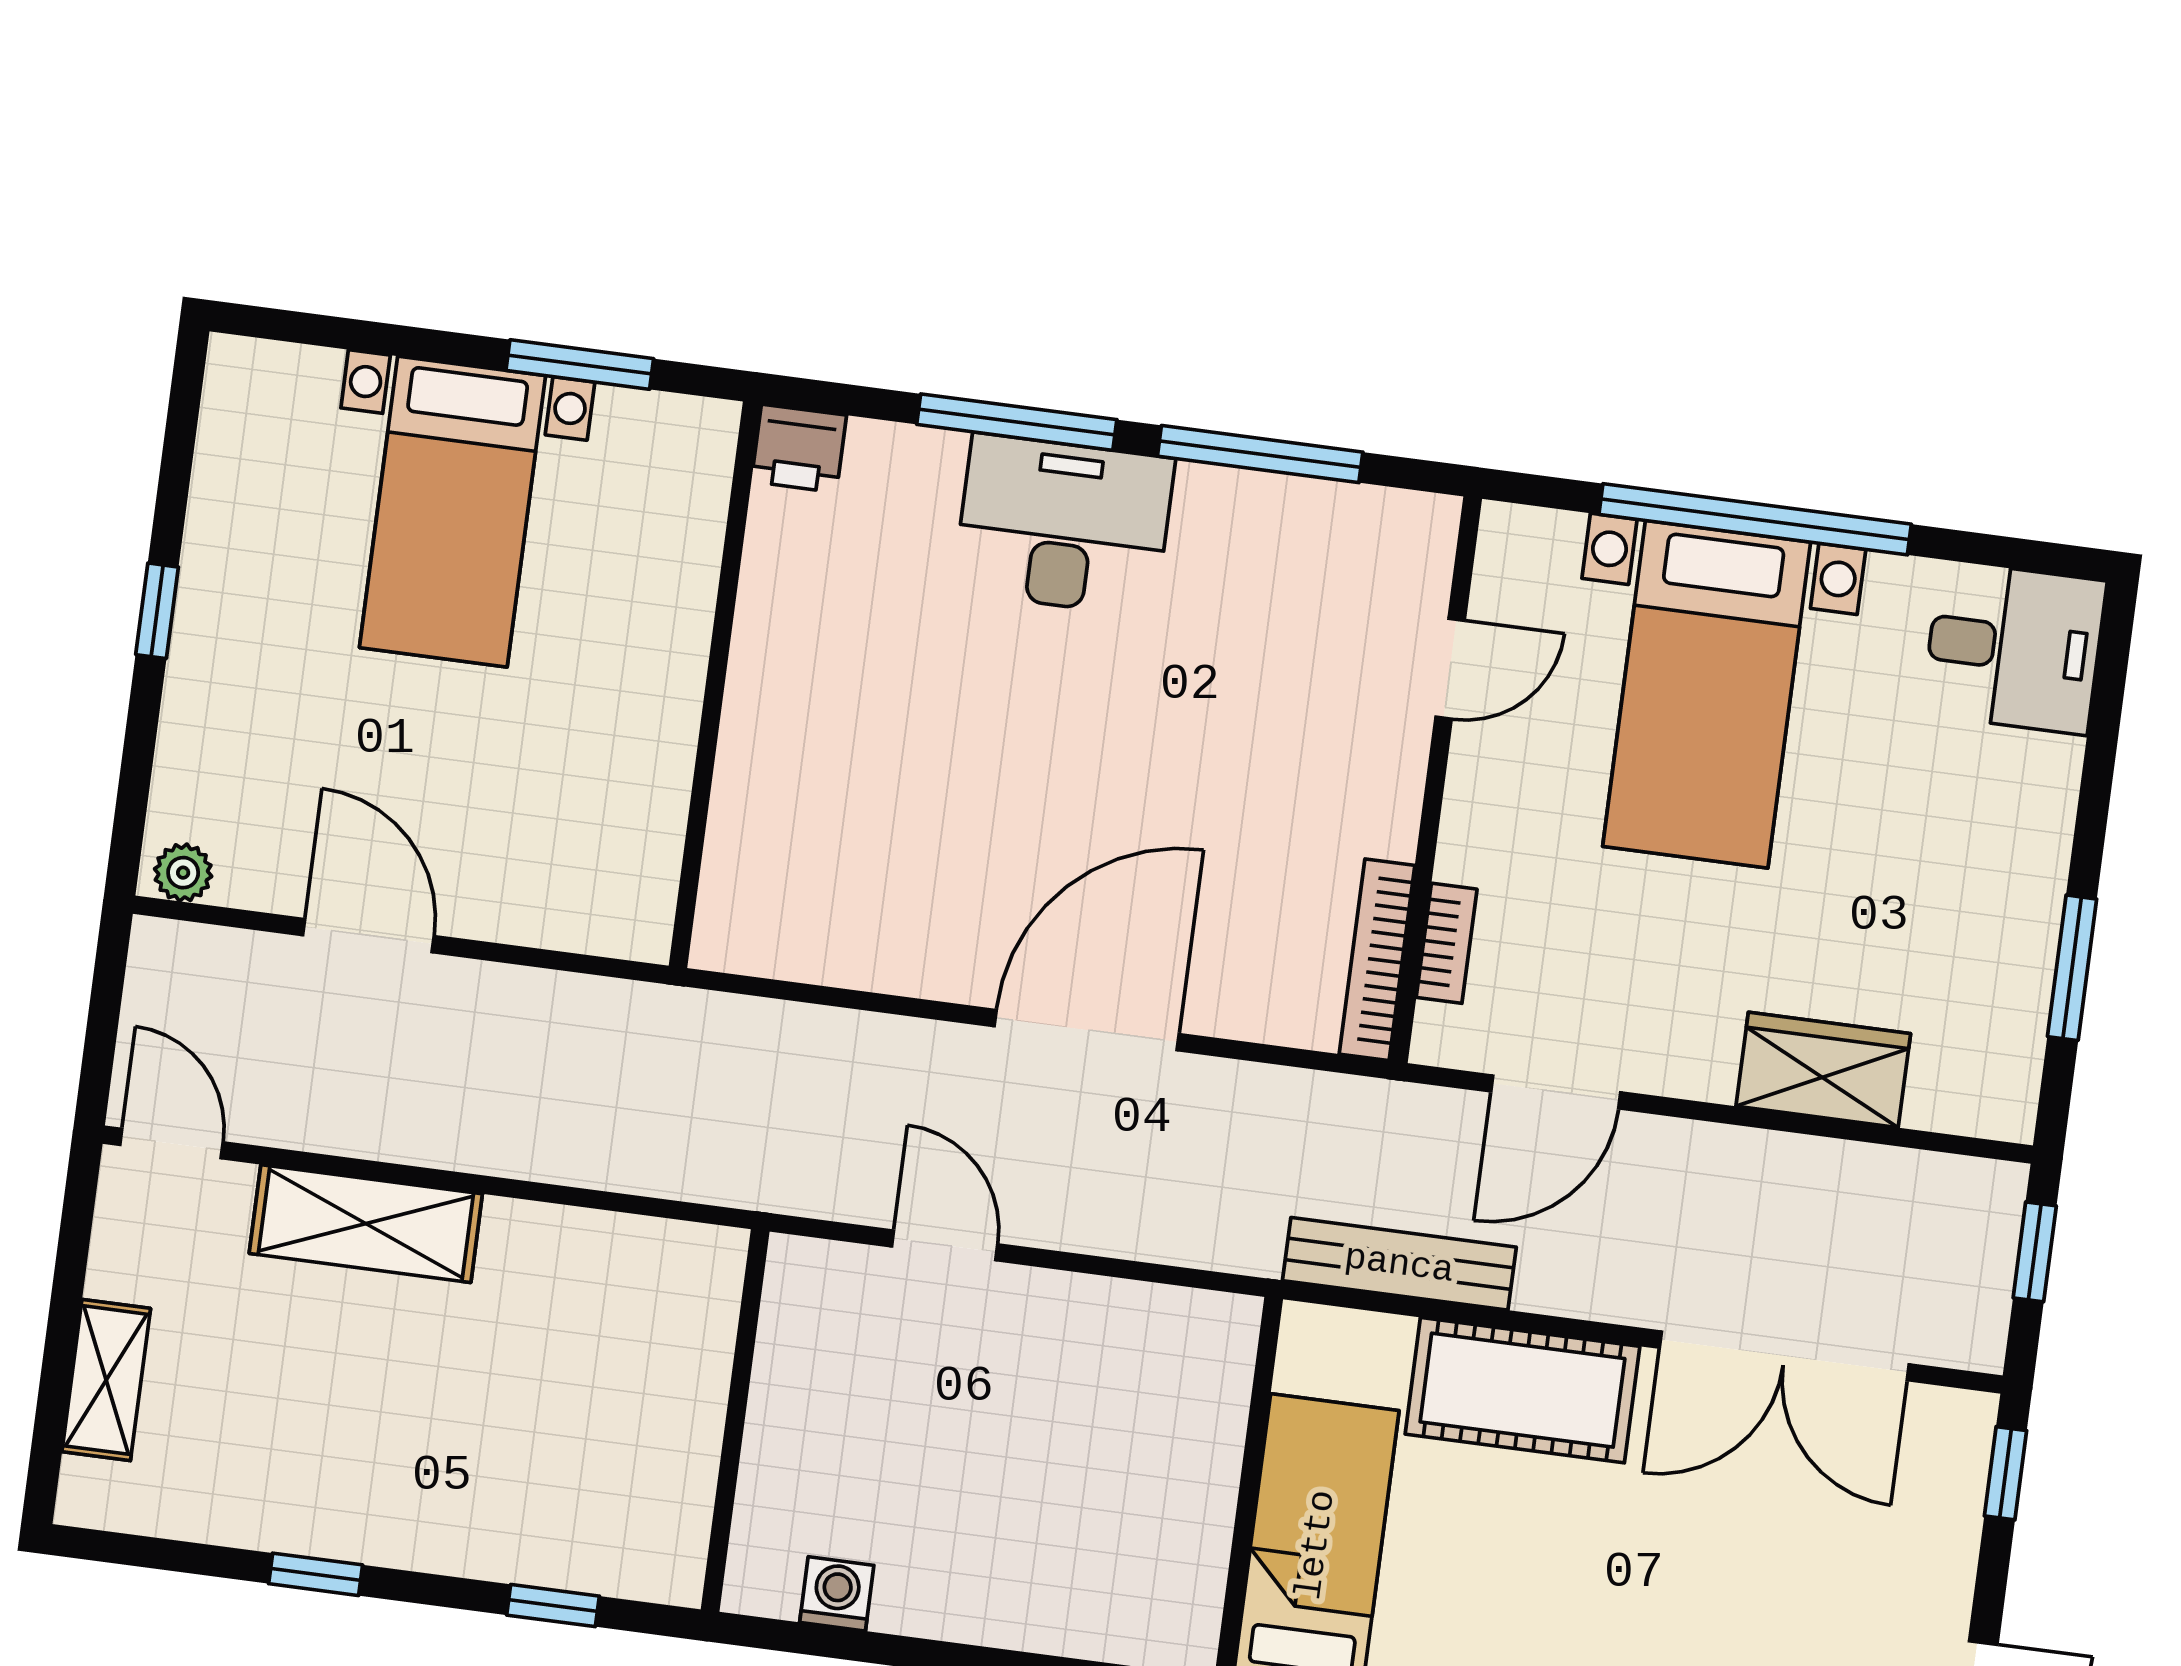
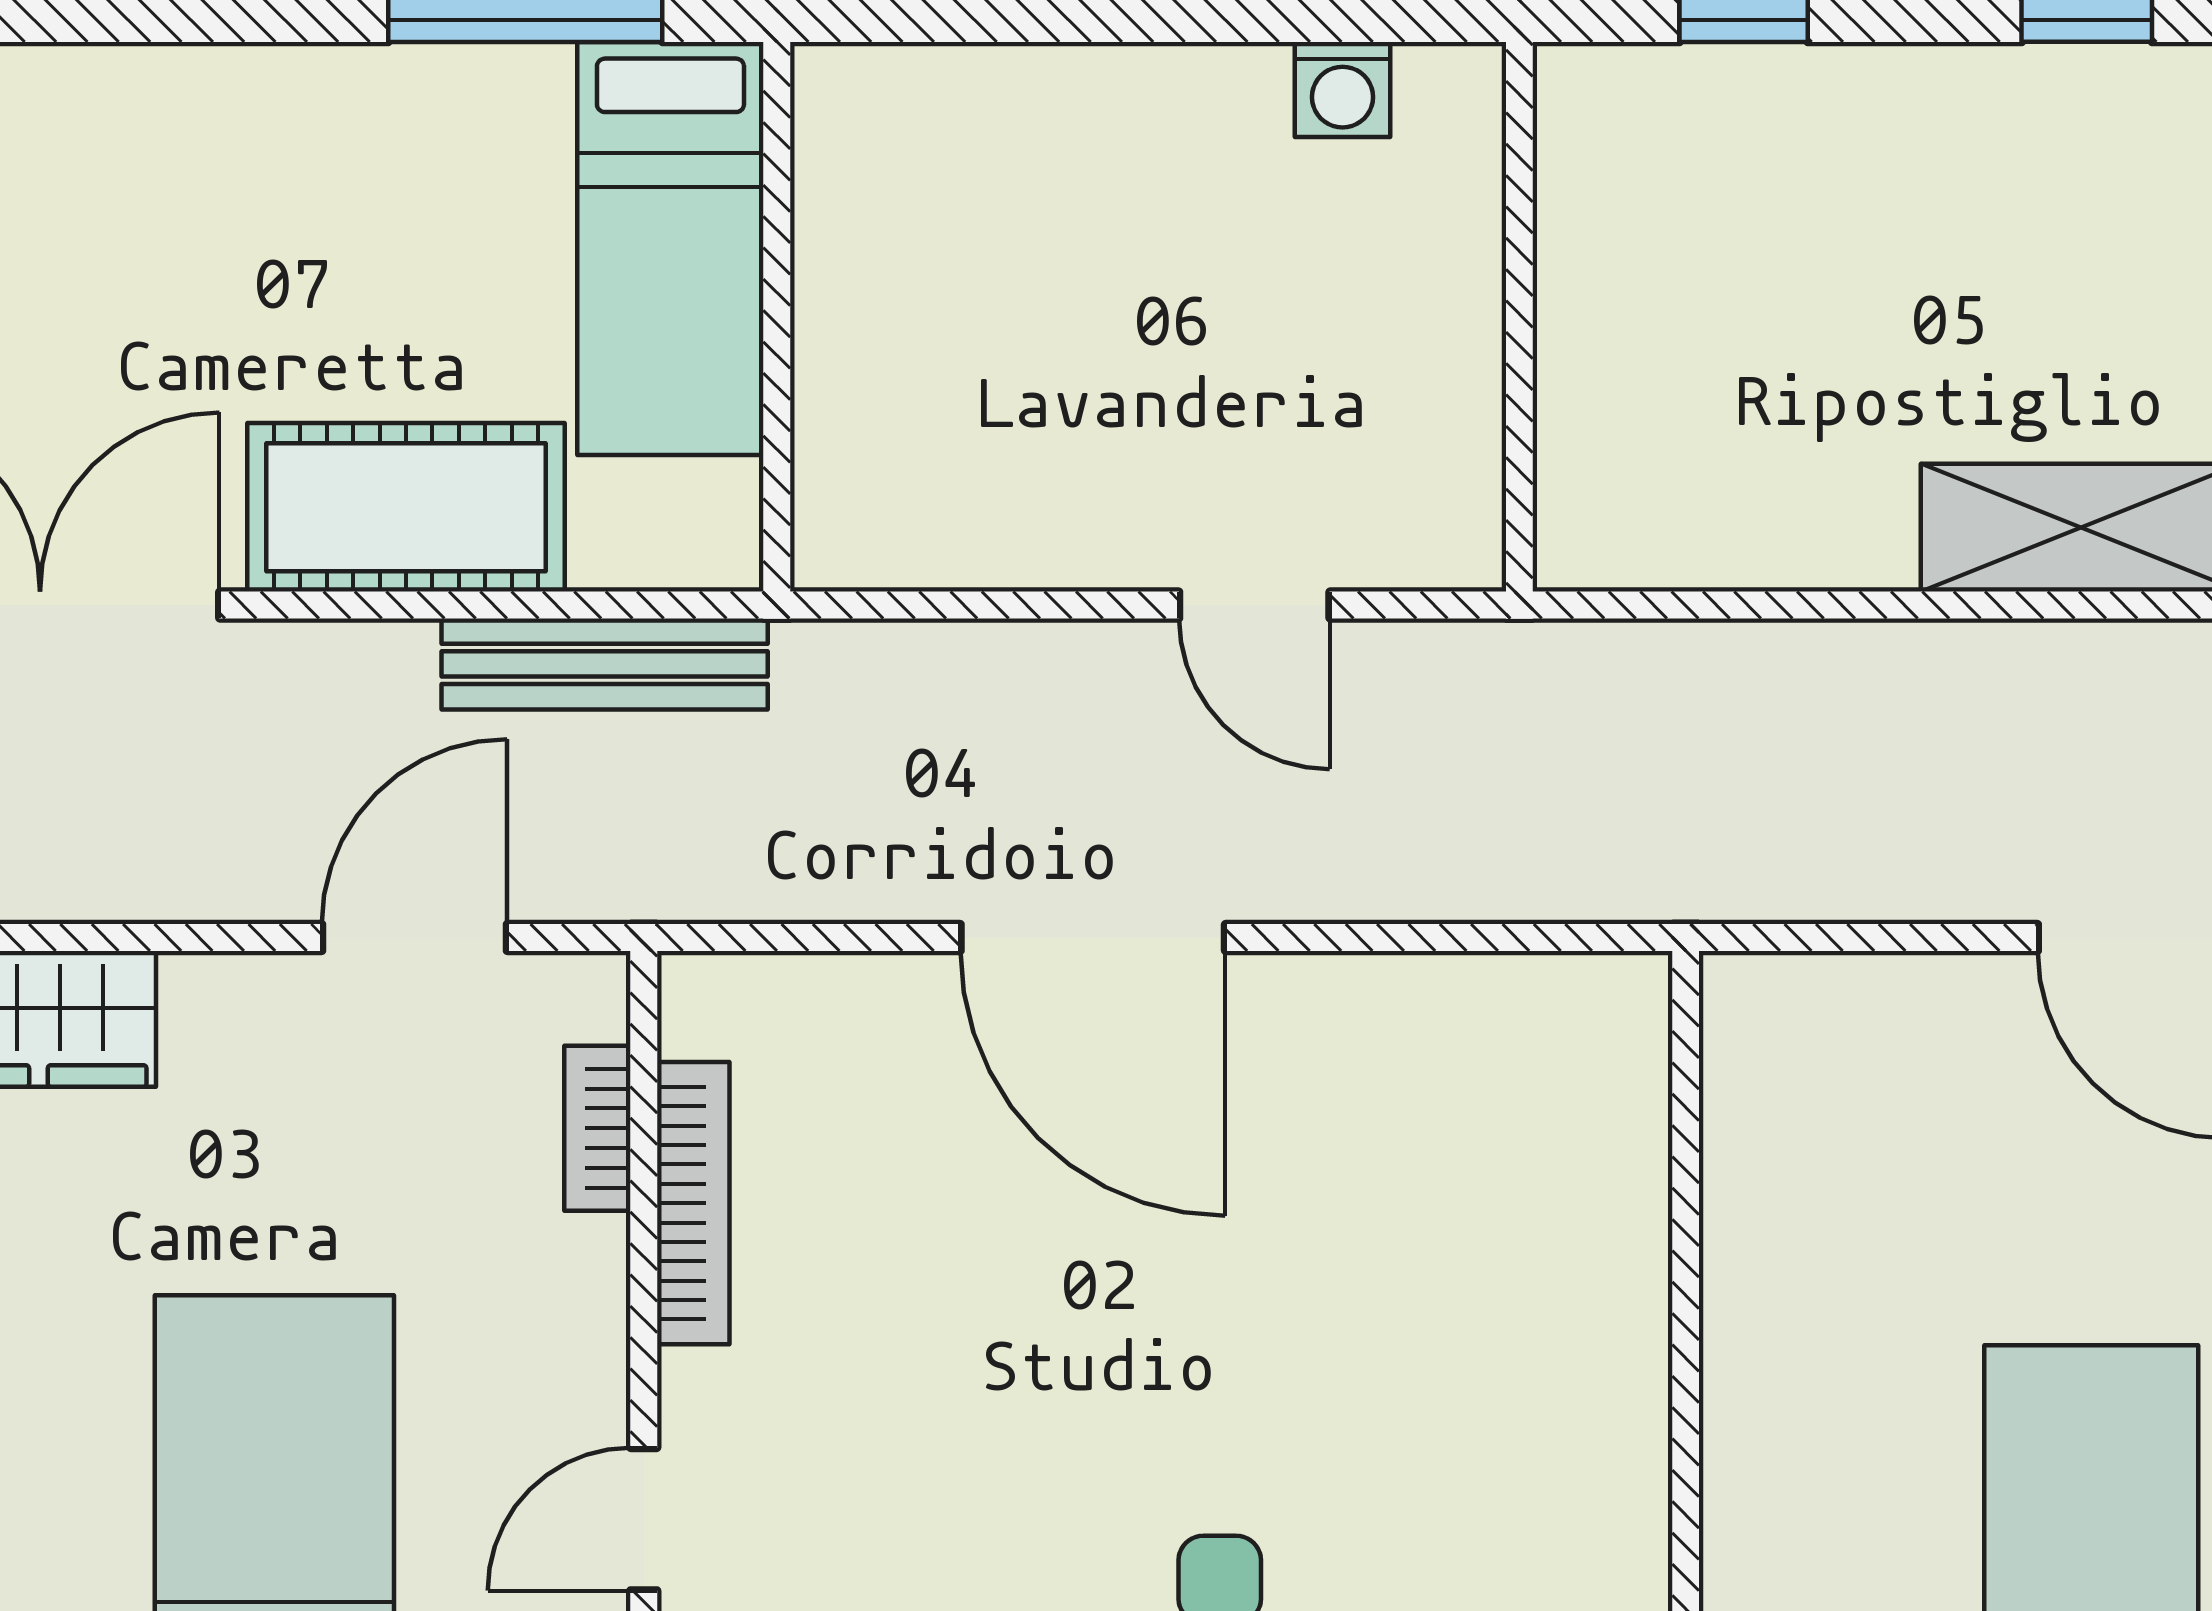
bookcase: (1377, 960) -> (693, 1203), moved
door: (1087, 1030) -> (1093, 937), hinge flipped

